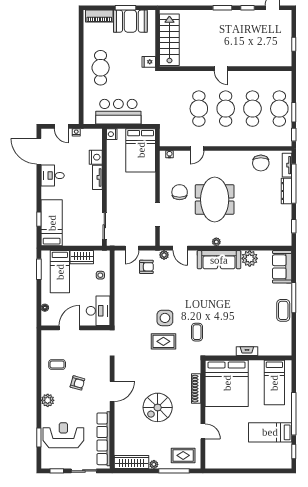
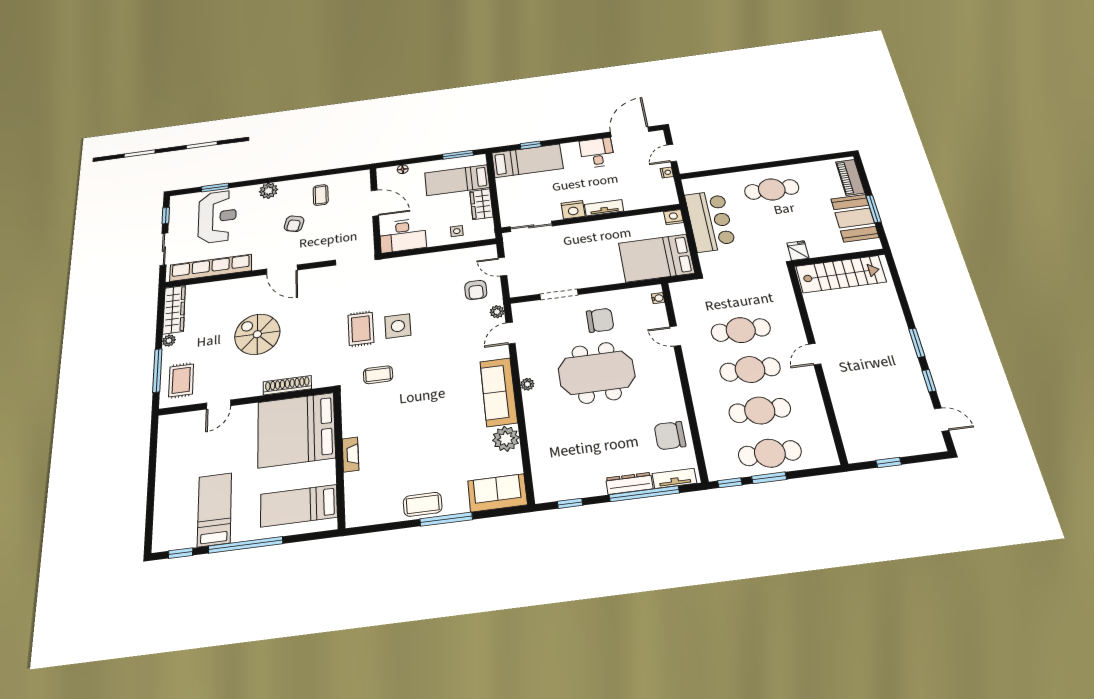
nightstand: (96, 157) -> (573, 210), moved

